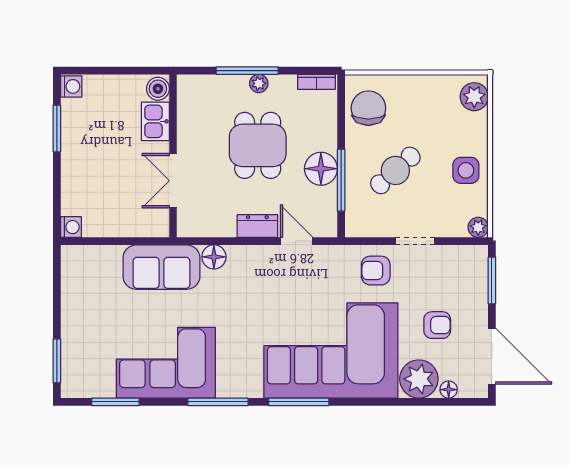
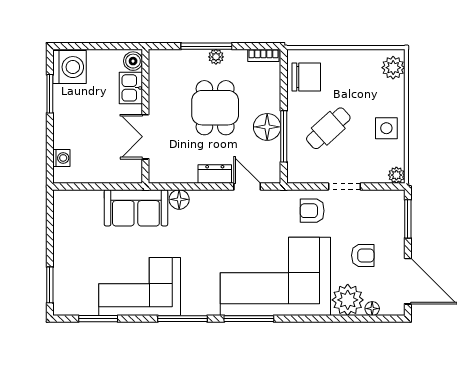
washing machine: (71, 86) -> (70, 67), width x1.89, depth x1.89
chair: (368, 108) -> (306, 77), turned 90
washing machine: (71, 227) -> (61, 158), moved

